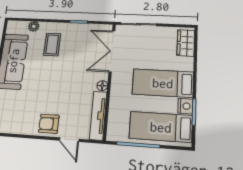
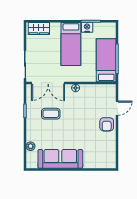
coffee table: (52, 44) -> (51, 114), moved
tv unit: (98, 116) -> (98, 89), removed
bed: (161, 127) -> (106, 60), moved, turned 180

